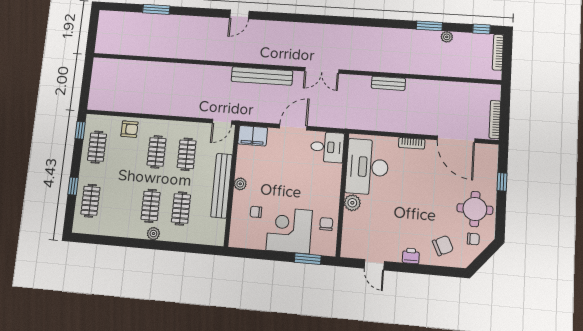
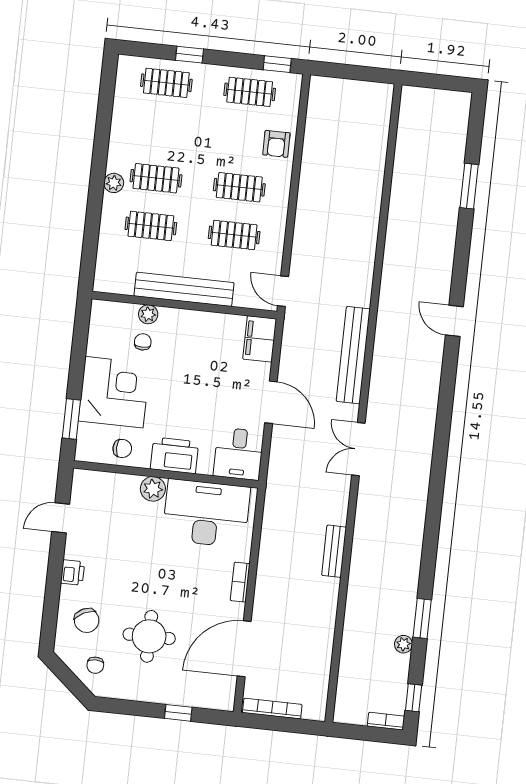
bookcase: (498, 52) -> (386, 721), width x0.64
plant: (240, 184) -> (148, 314), moved
printer: (330, 189) -> (175, 455), added
round table: (475, 209) -> (149, 636), moved

